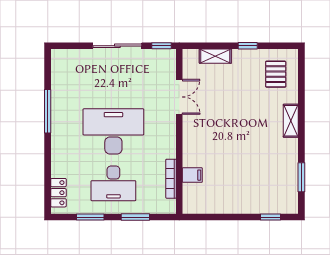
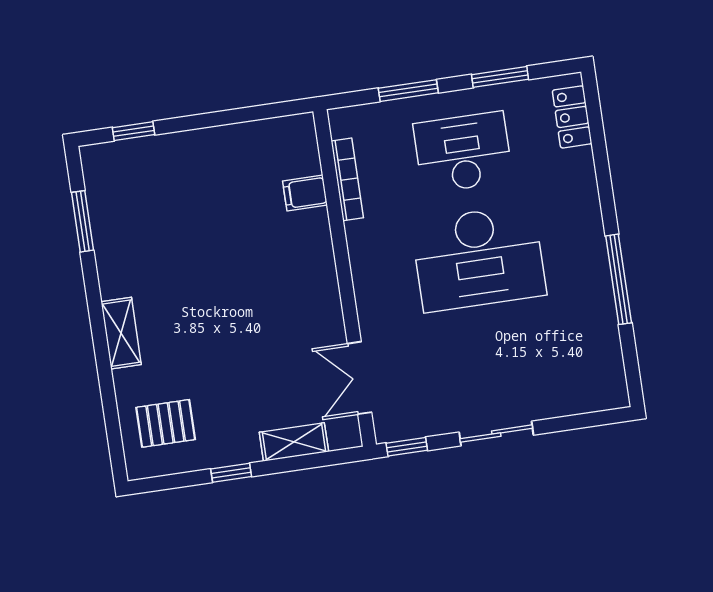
sliding door: (117, 46) -> (496, 434), width x0.73
pallet: (276, 74) -> (166, 423), turned 90
double door: (179, 97) -> (359, 378), moved

